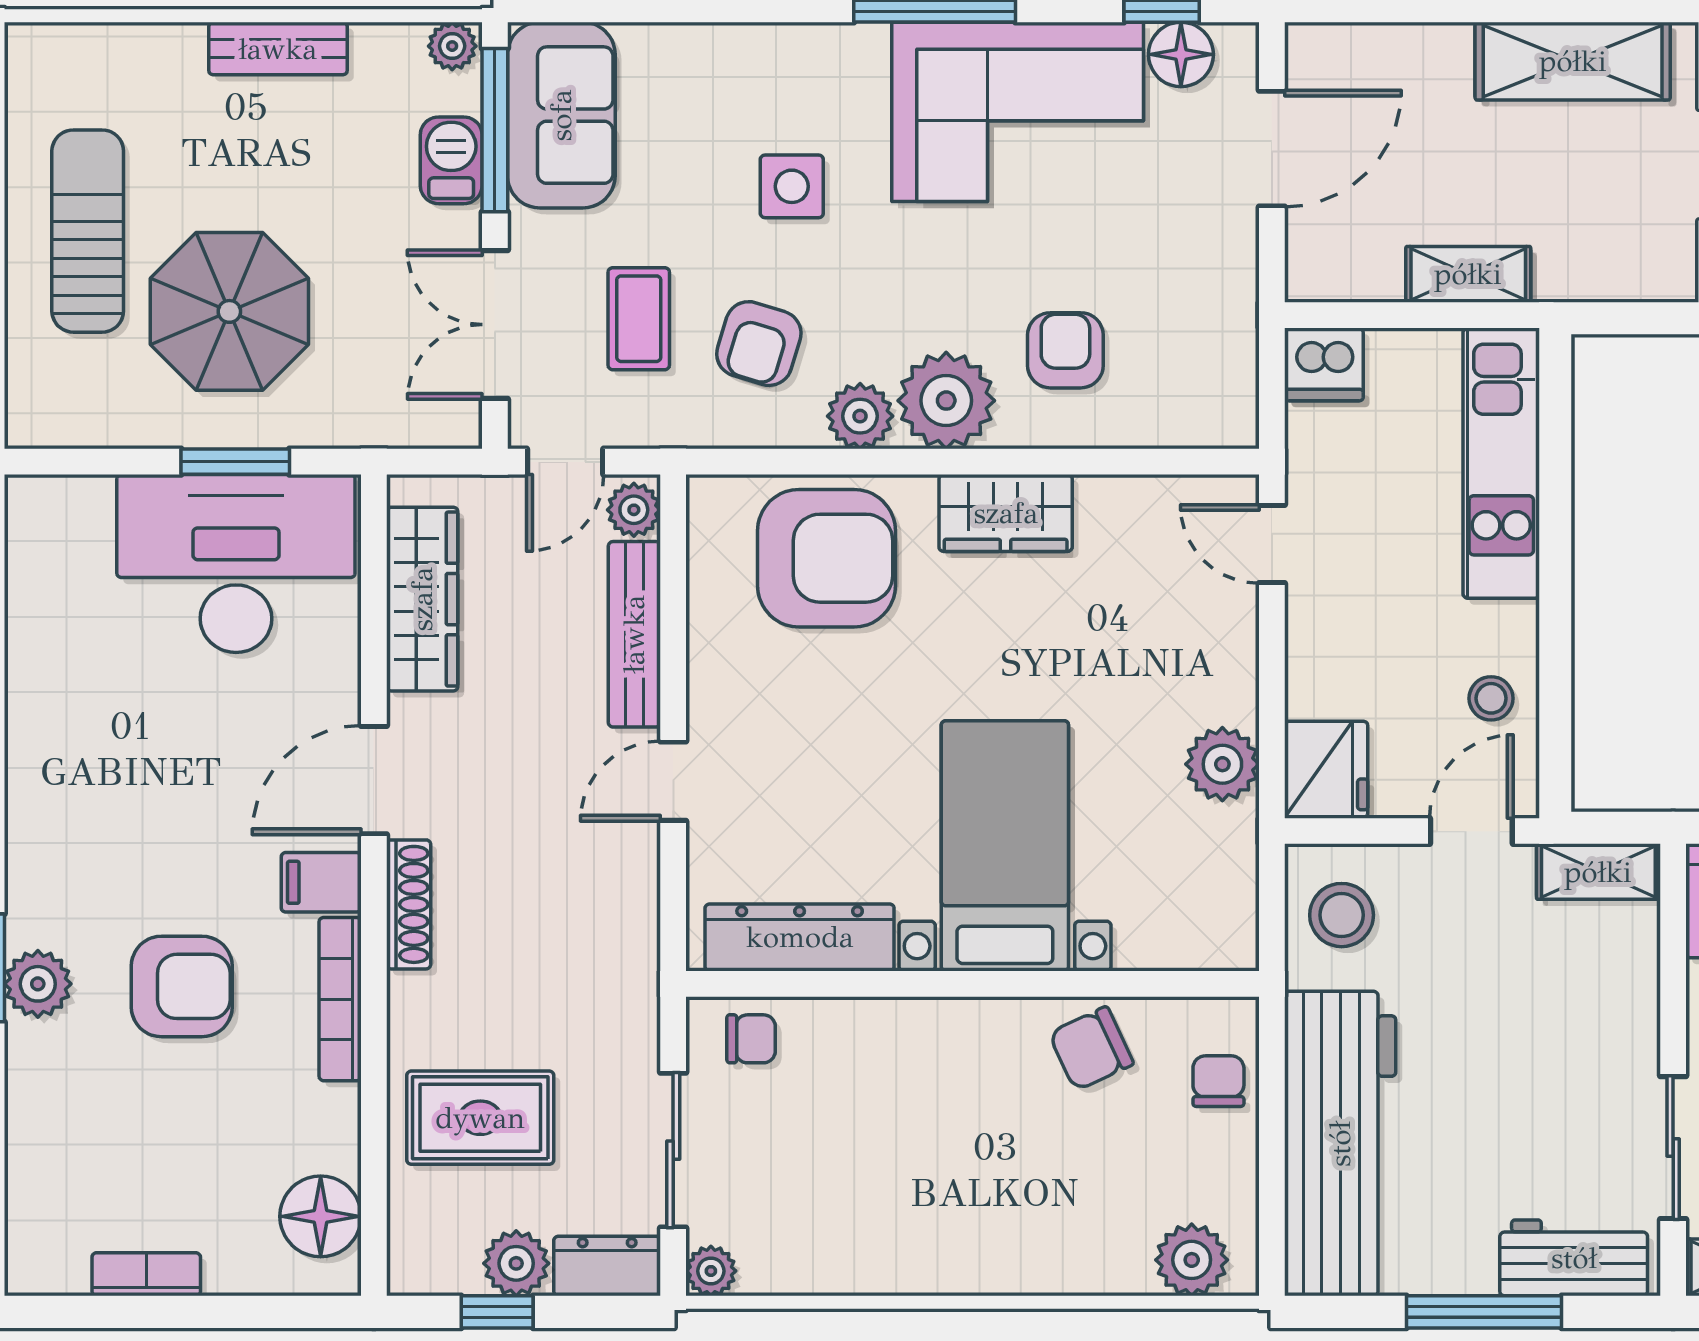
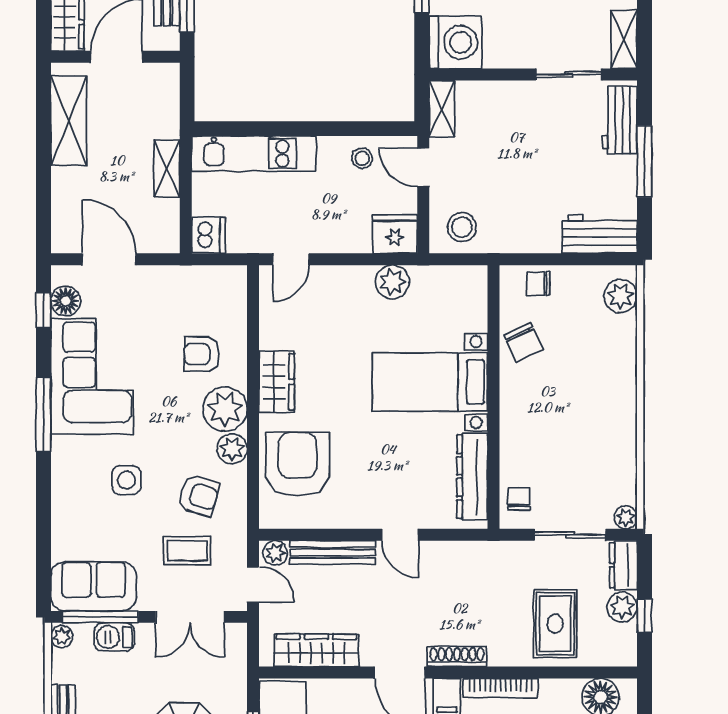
workbench: (1340, 1144) -> (600, 234), width x0.53, depth x0.76

